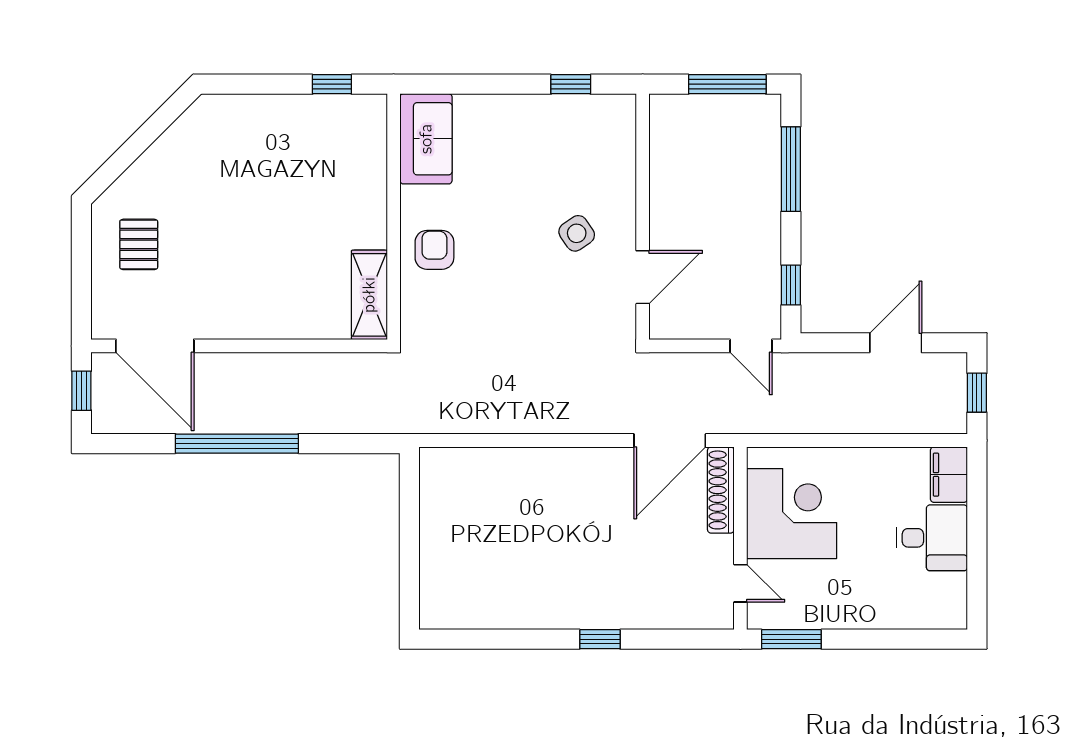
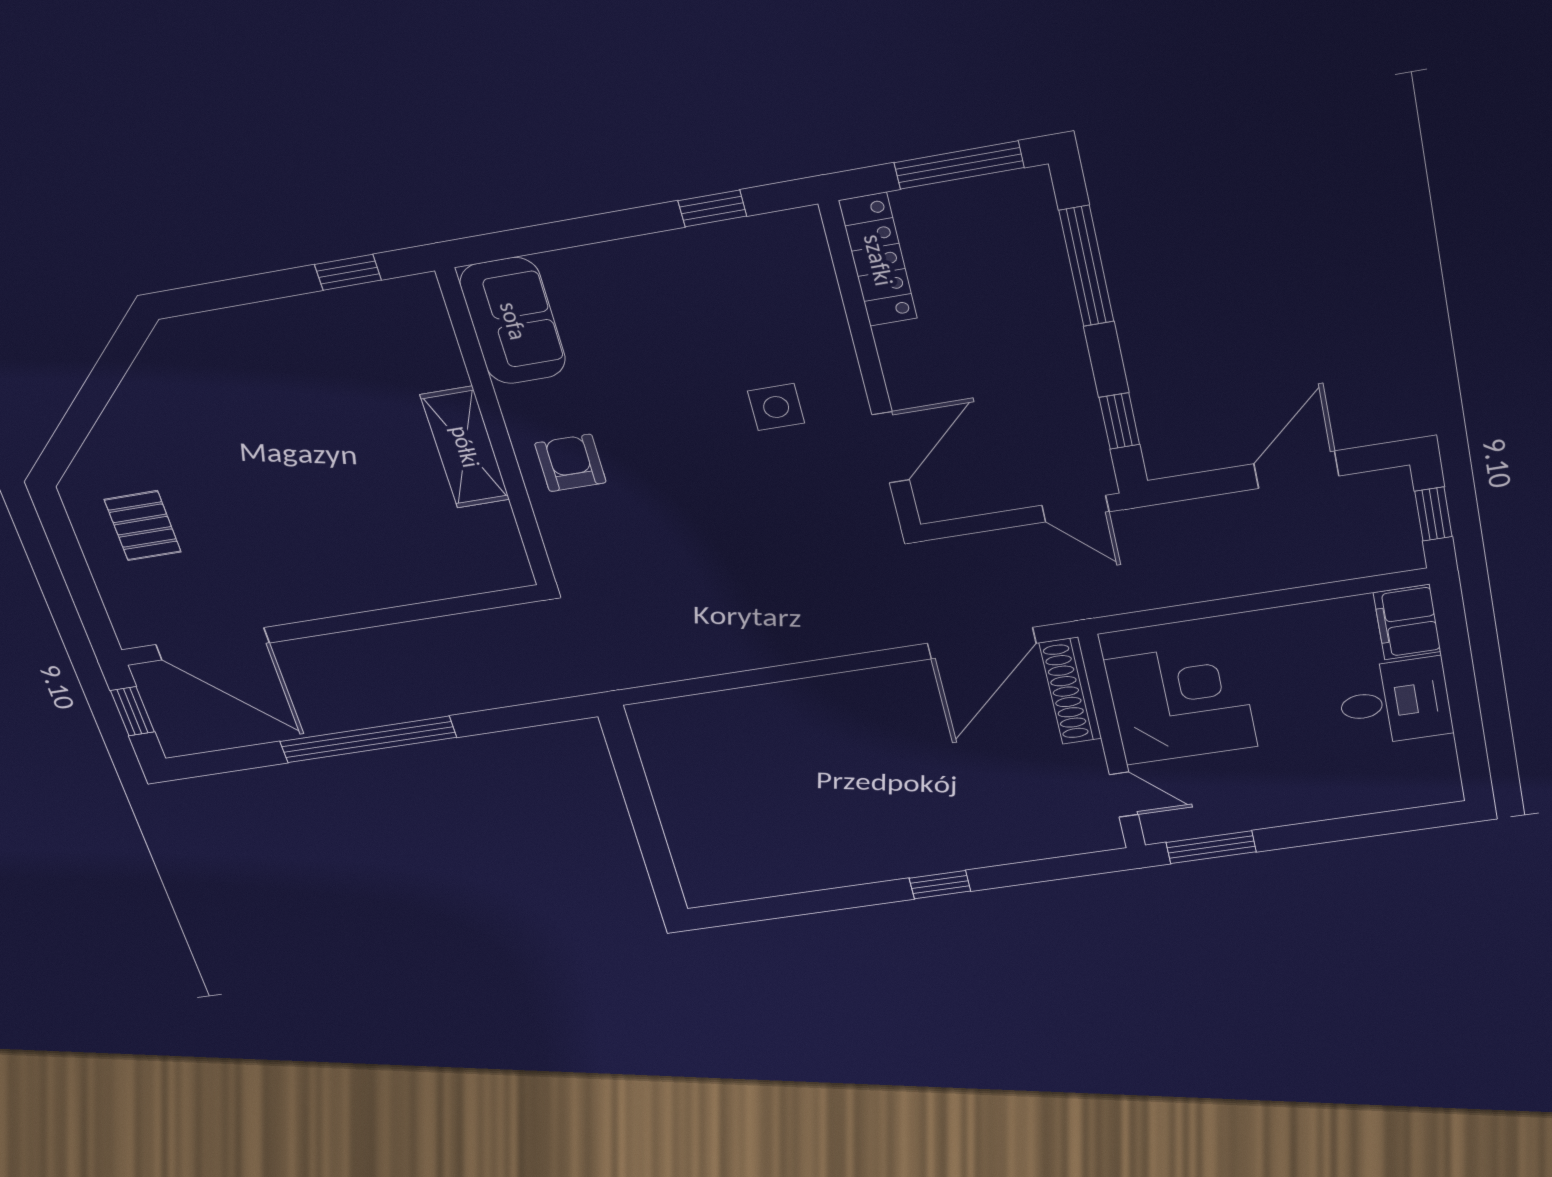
locker: (664, 140) -> (878, 260), added
side table: (577, 233) -> (776, 407), turned 34
shelving: (369, 295) -> (465, 447), moved

